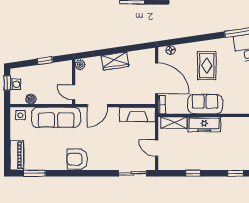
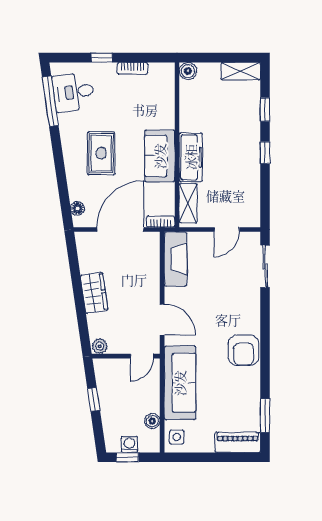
rug: (207, 66) -> (101, 153), turned 90
window: (193, 173) -> (265, 153), moved

